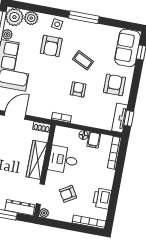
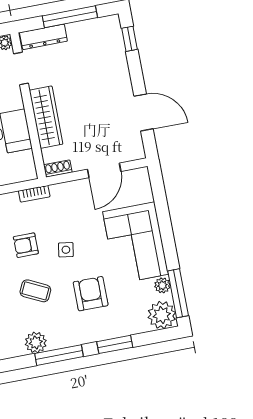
window: (49, 11) -> (115, 344), added
plant: (31, 18) -> (36, 342), moved
side table: (57, 24) -> (66, 250), moved
armchair: (78, 89) -> (26, 245), turned 90

